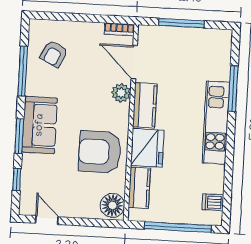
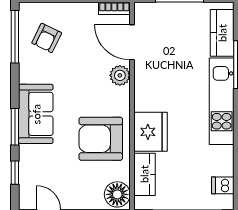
window: (23, 71) -> (15, 37), moved
kitchen counter: (145, 105) -> (222, 33), moved, turned 180

